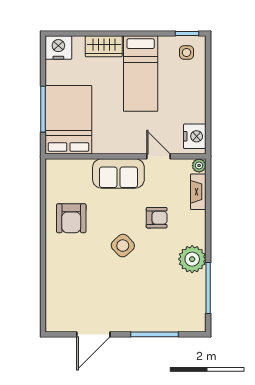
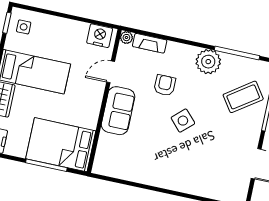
armchair: (71, 218) -> (149, 161), removed
coffee table: (162, 305) -> (243, 97), added

